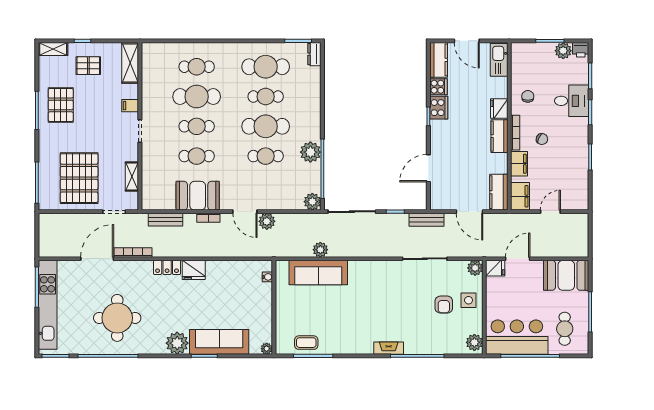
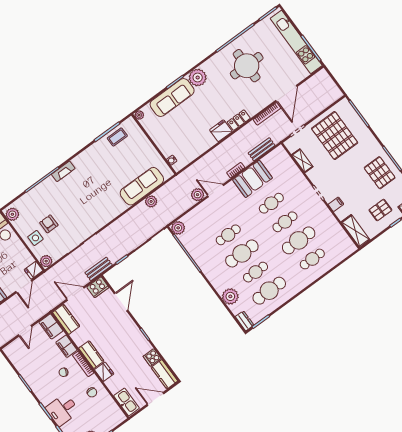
cooker: (439, 108) -> (98, 287), moved, turned -90
plant: (310, 152) -> (230, 296), moved

